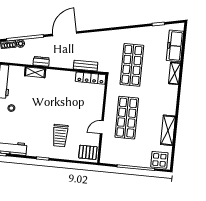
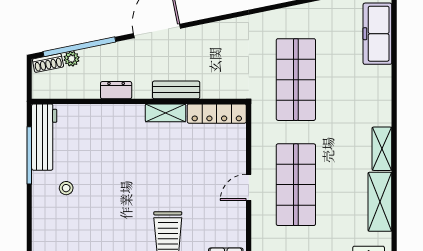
bench: (86, 66) -> (176, 90), moved
shelving: (35, 72) -> (166, 113), moved
shelving: (175, 73) -> (382, 149), moved
door: (102, 127) -> (249, 187), moved

